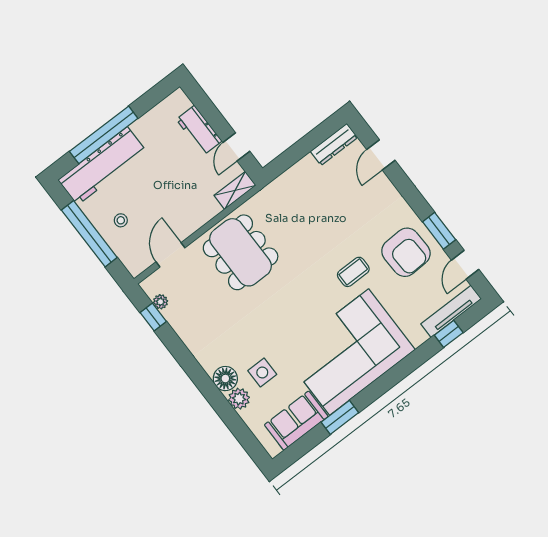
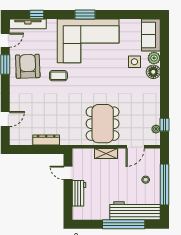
dresser: (334, 144) -> (46, 140), moved
door: (236, 147) -> (68, 173), swing flipped
shelving: (235, 190) -> (106, 154), moved
window: (340, 417) -> (85, 15), moved
sofa: (296, 421) -> (151, 35), moved, turned 90

